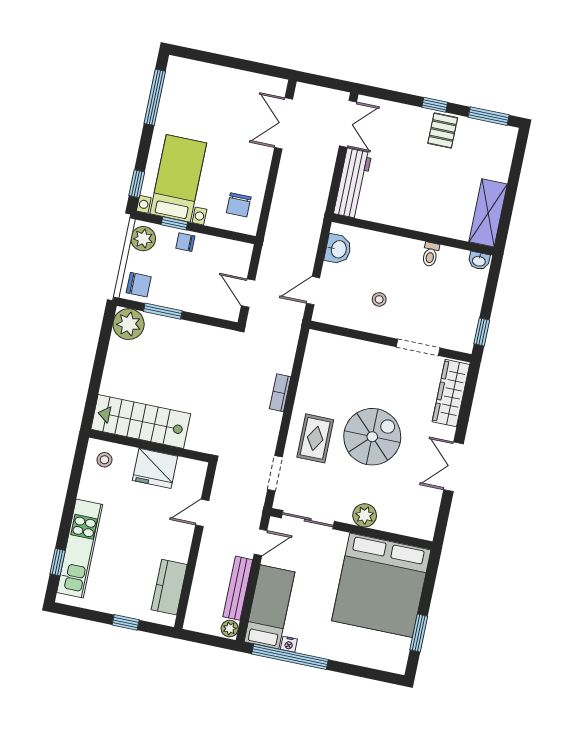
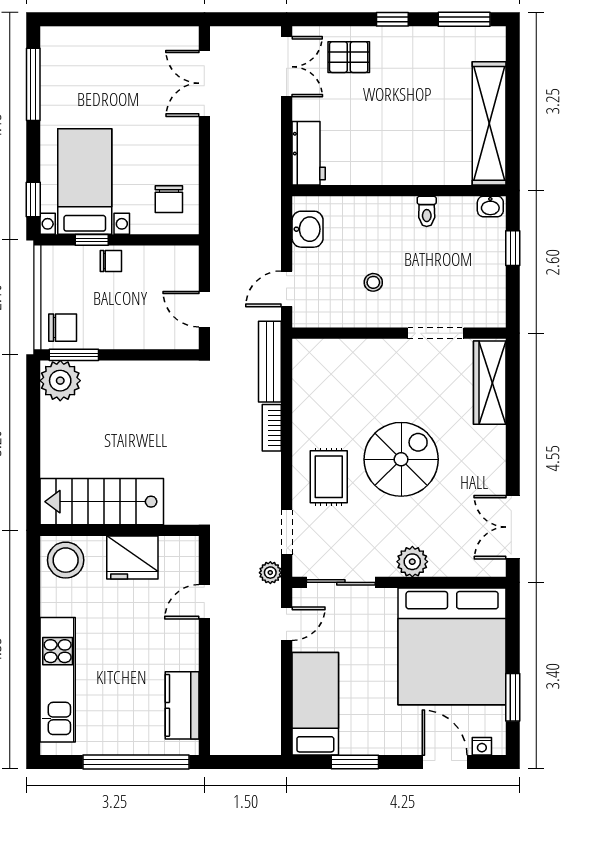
pallet: (443, 130) -> (349, 57), moved, turned 90
workbench: (353, 183) -> (309, 153), width x0.73
shelving: (488, 213) -> (489, 123), width x1.47
plant: (143, 239) -> (56, 268), removed
chair: (185, 242) -> (111, 261), turned 180
window: (163, 311) -> (74, 355), moved
window: (482, 332) -> (513, 248), moved
stool: (104, 460) -> (66, 560), width x1.89, depth x1.89
double door: (454, 467) -> (513, 527), moved
window: (58, 562) -> (33, 703), removed
bench: (238, 588) -> (270, 362), moved
window: (126, 622) -> (136, 762), width x3.17
plant: (230, 629) -> (270, 573), moved
nightstand: (289, 644) -> (482, 746), moved
window: (290, 657) -> (355, 762), width x0.47
door: (357, 671) -> (445, 762), added

